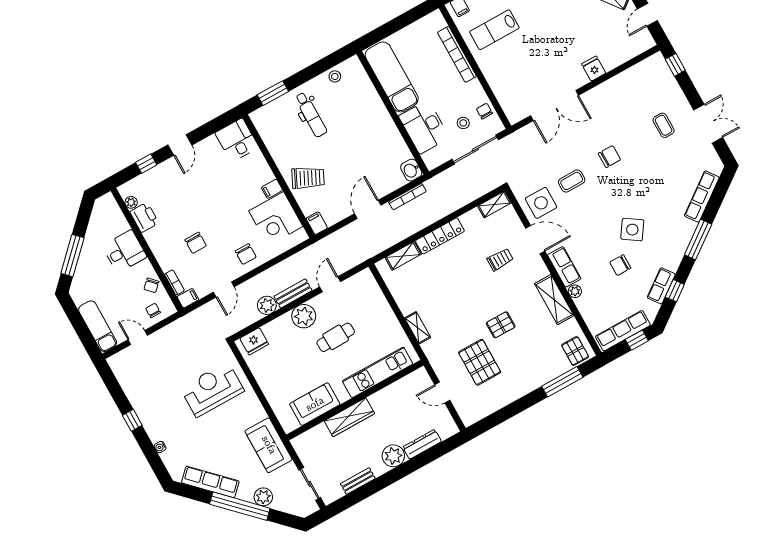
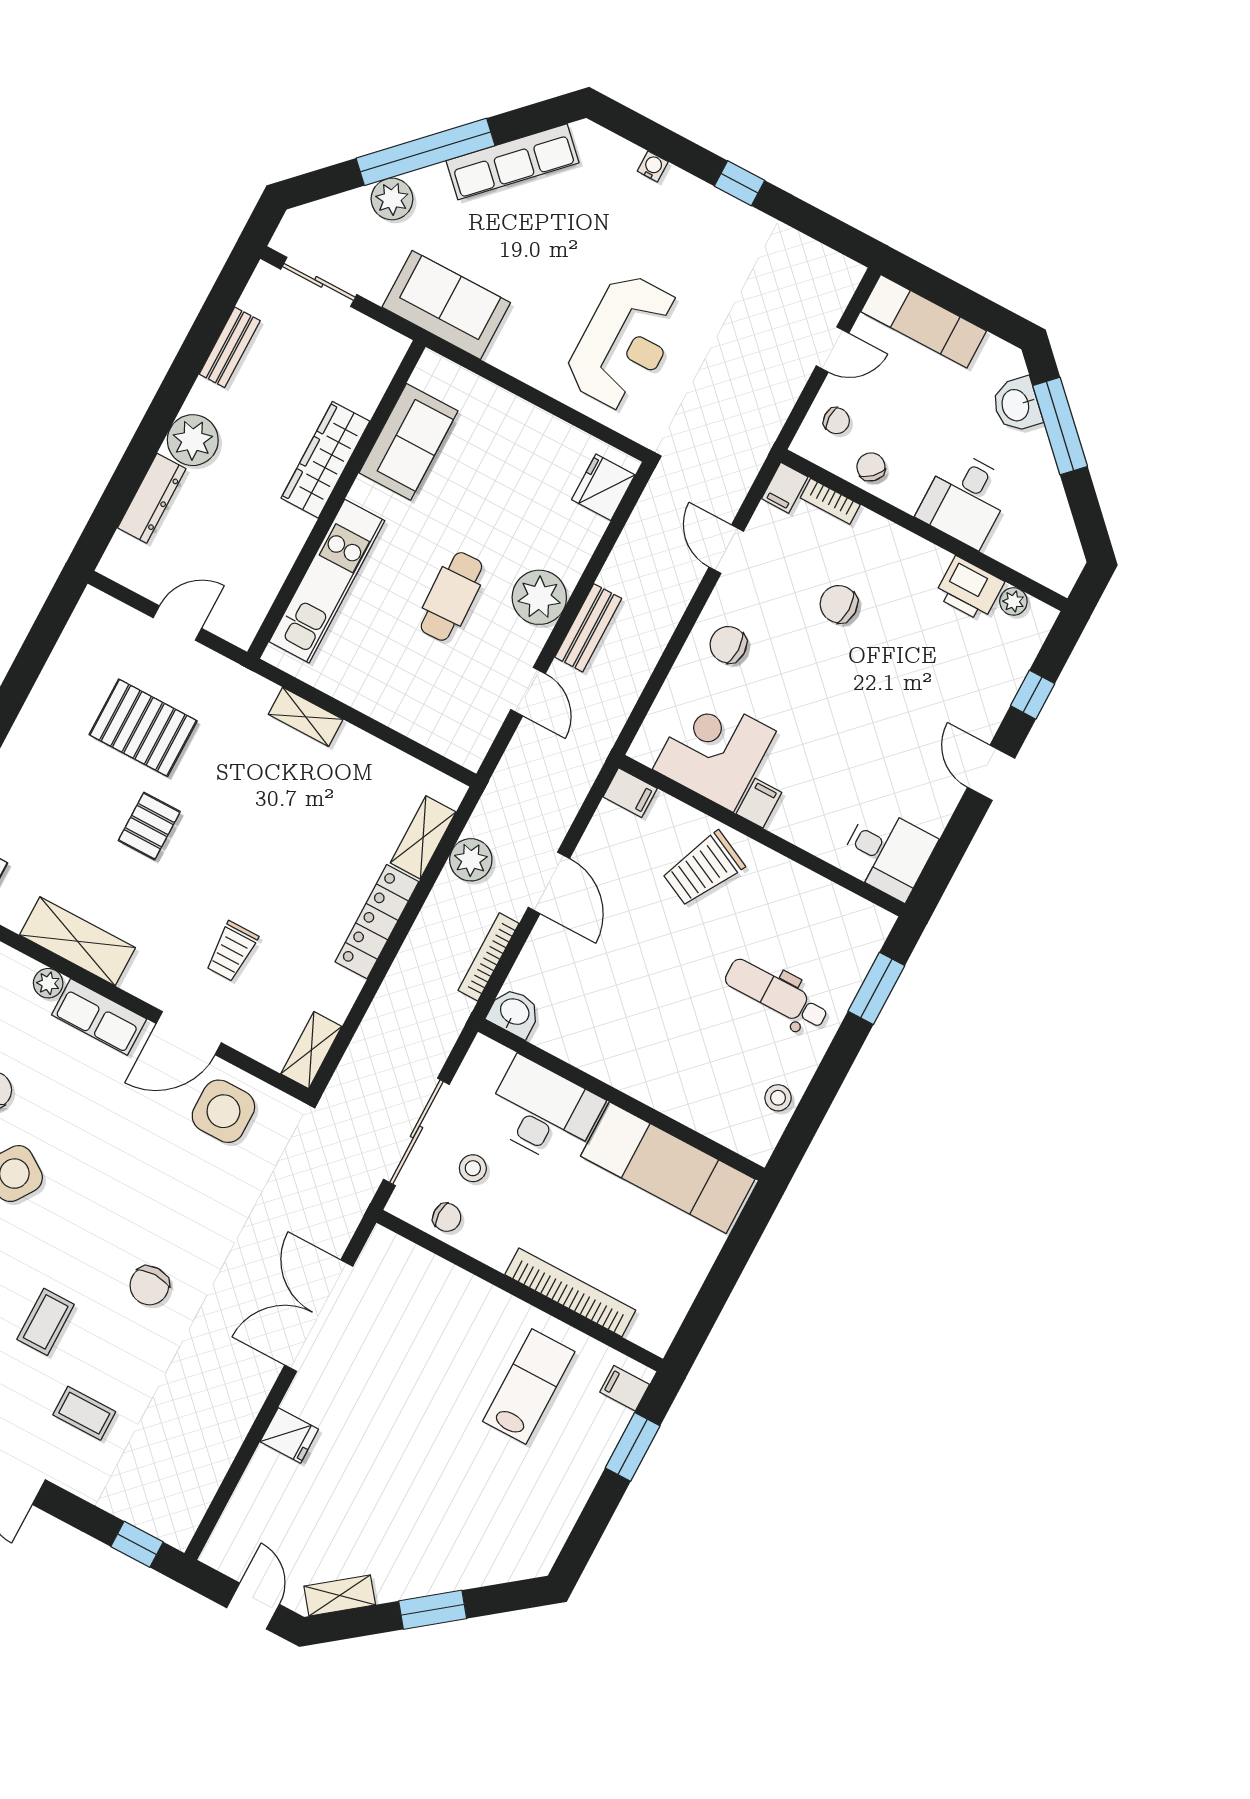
coffee table: (572, 181) -> (46, 1322), moved
washbasin: (83, 274) -> (1017, 405), added
plant: (267, 305) -> (471, 860), moved

